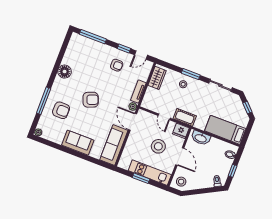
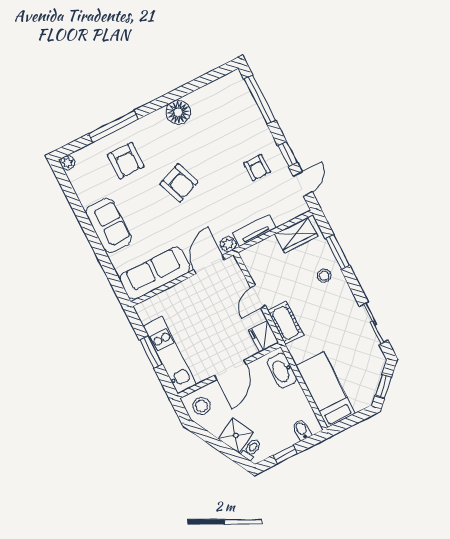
door: (141, 55) -> (303, 184), swing flipped
window: (191, 74) -> (337, 252), moved
stool: (158, 146) -> (214, 330), removed
shower: (206, 181) -> (236, 435), added

